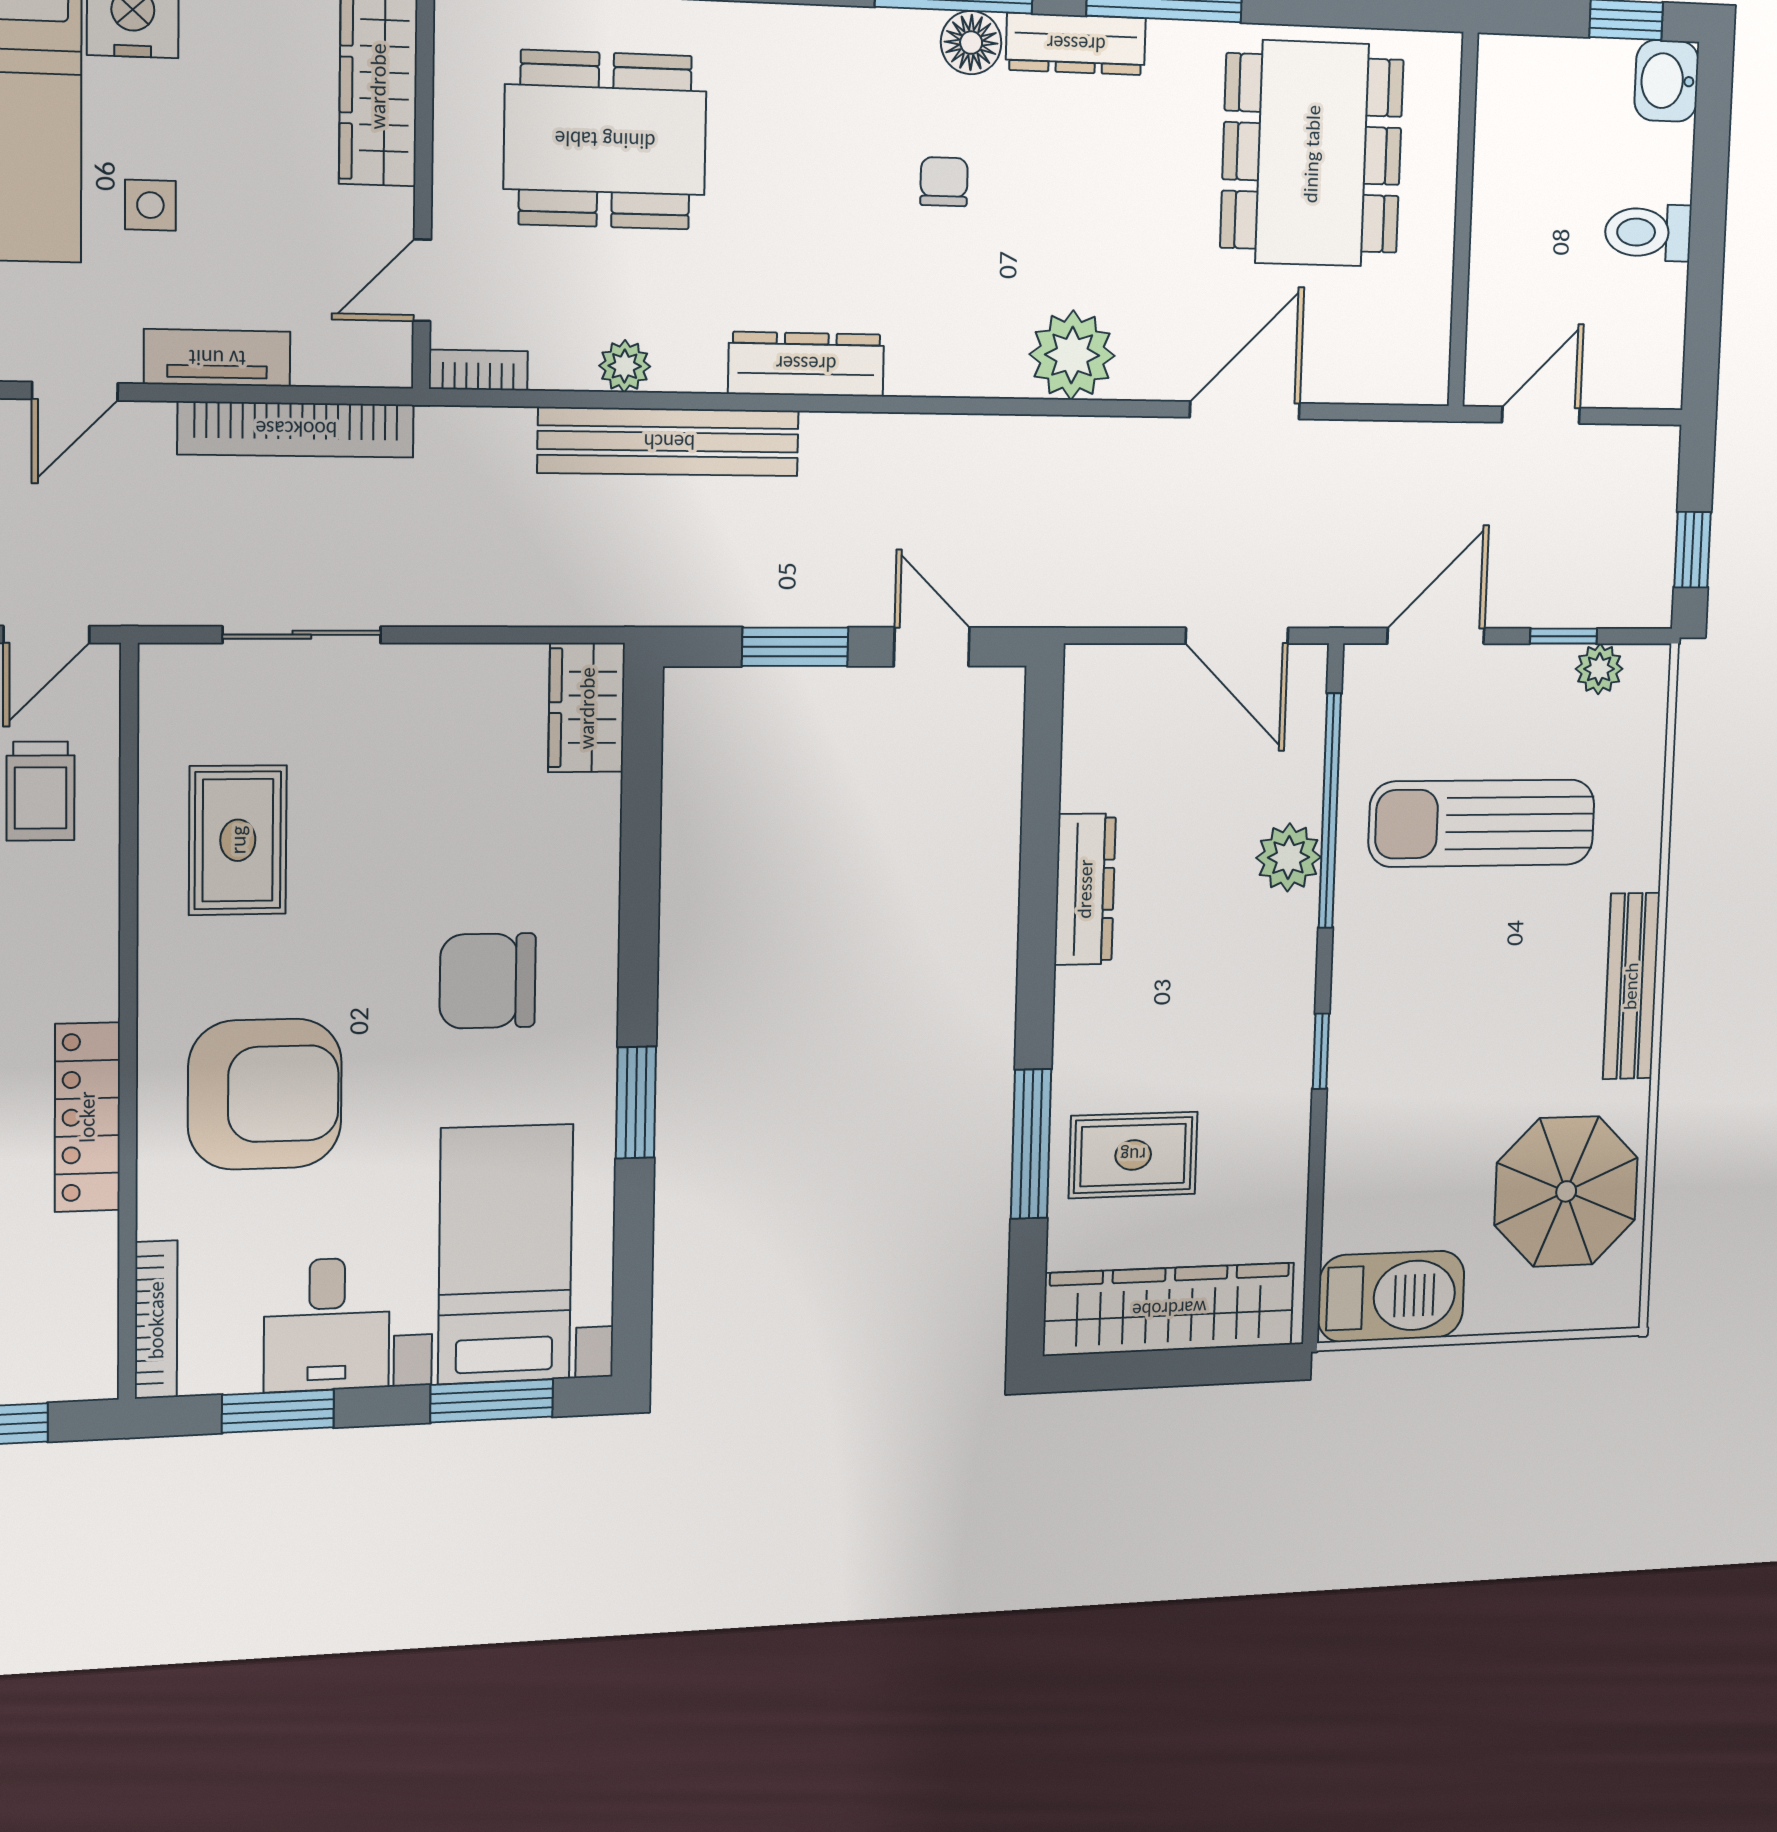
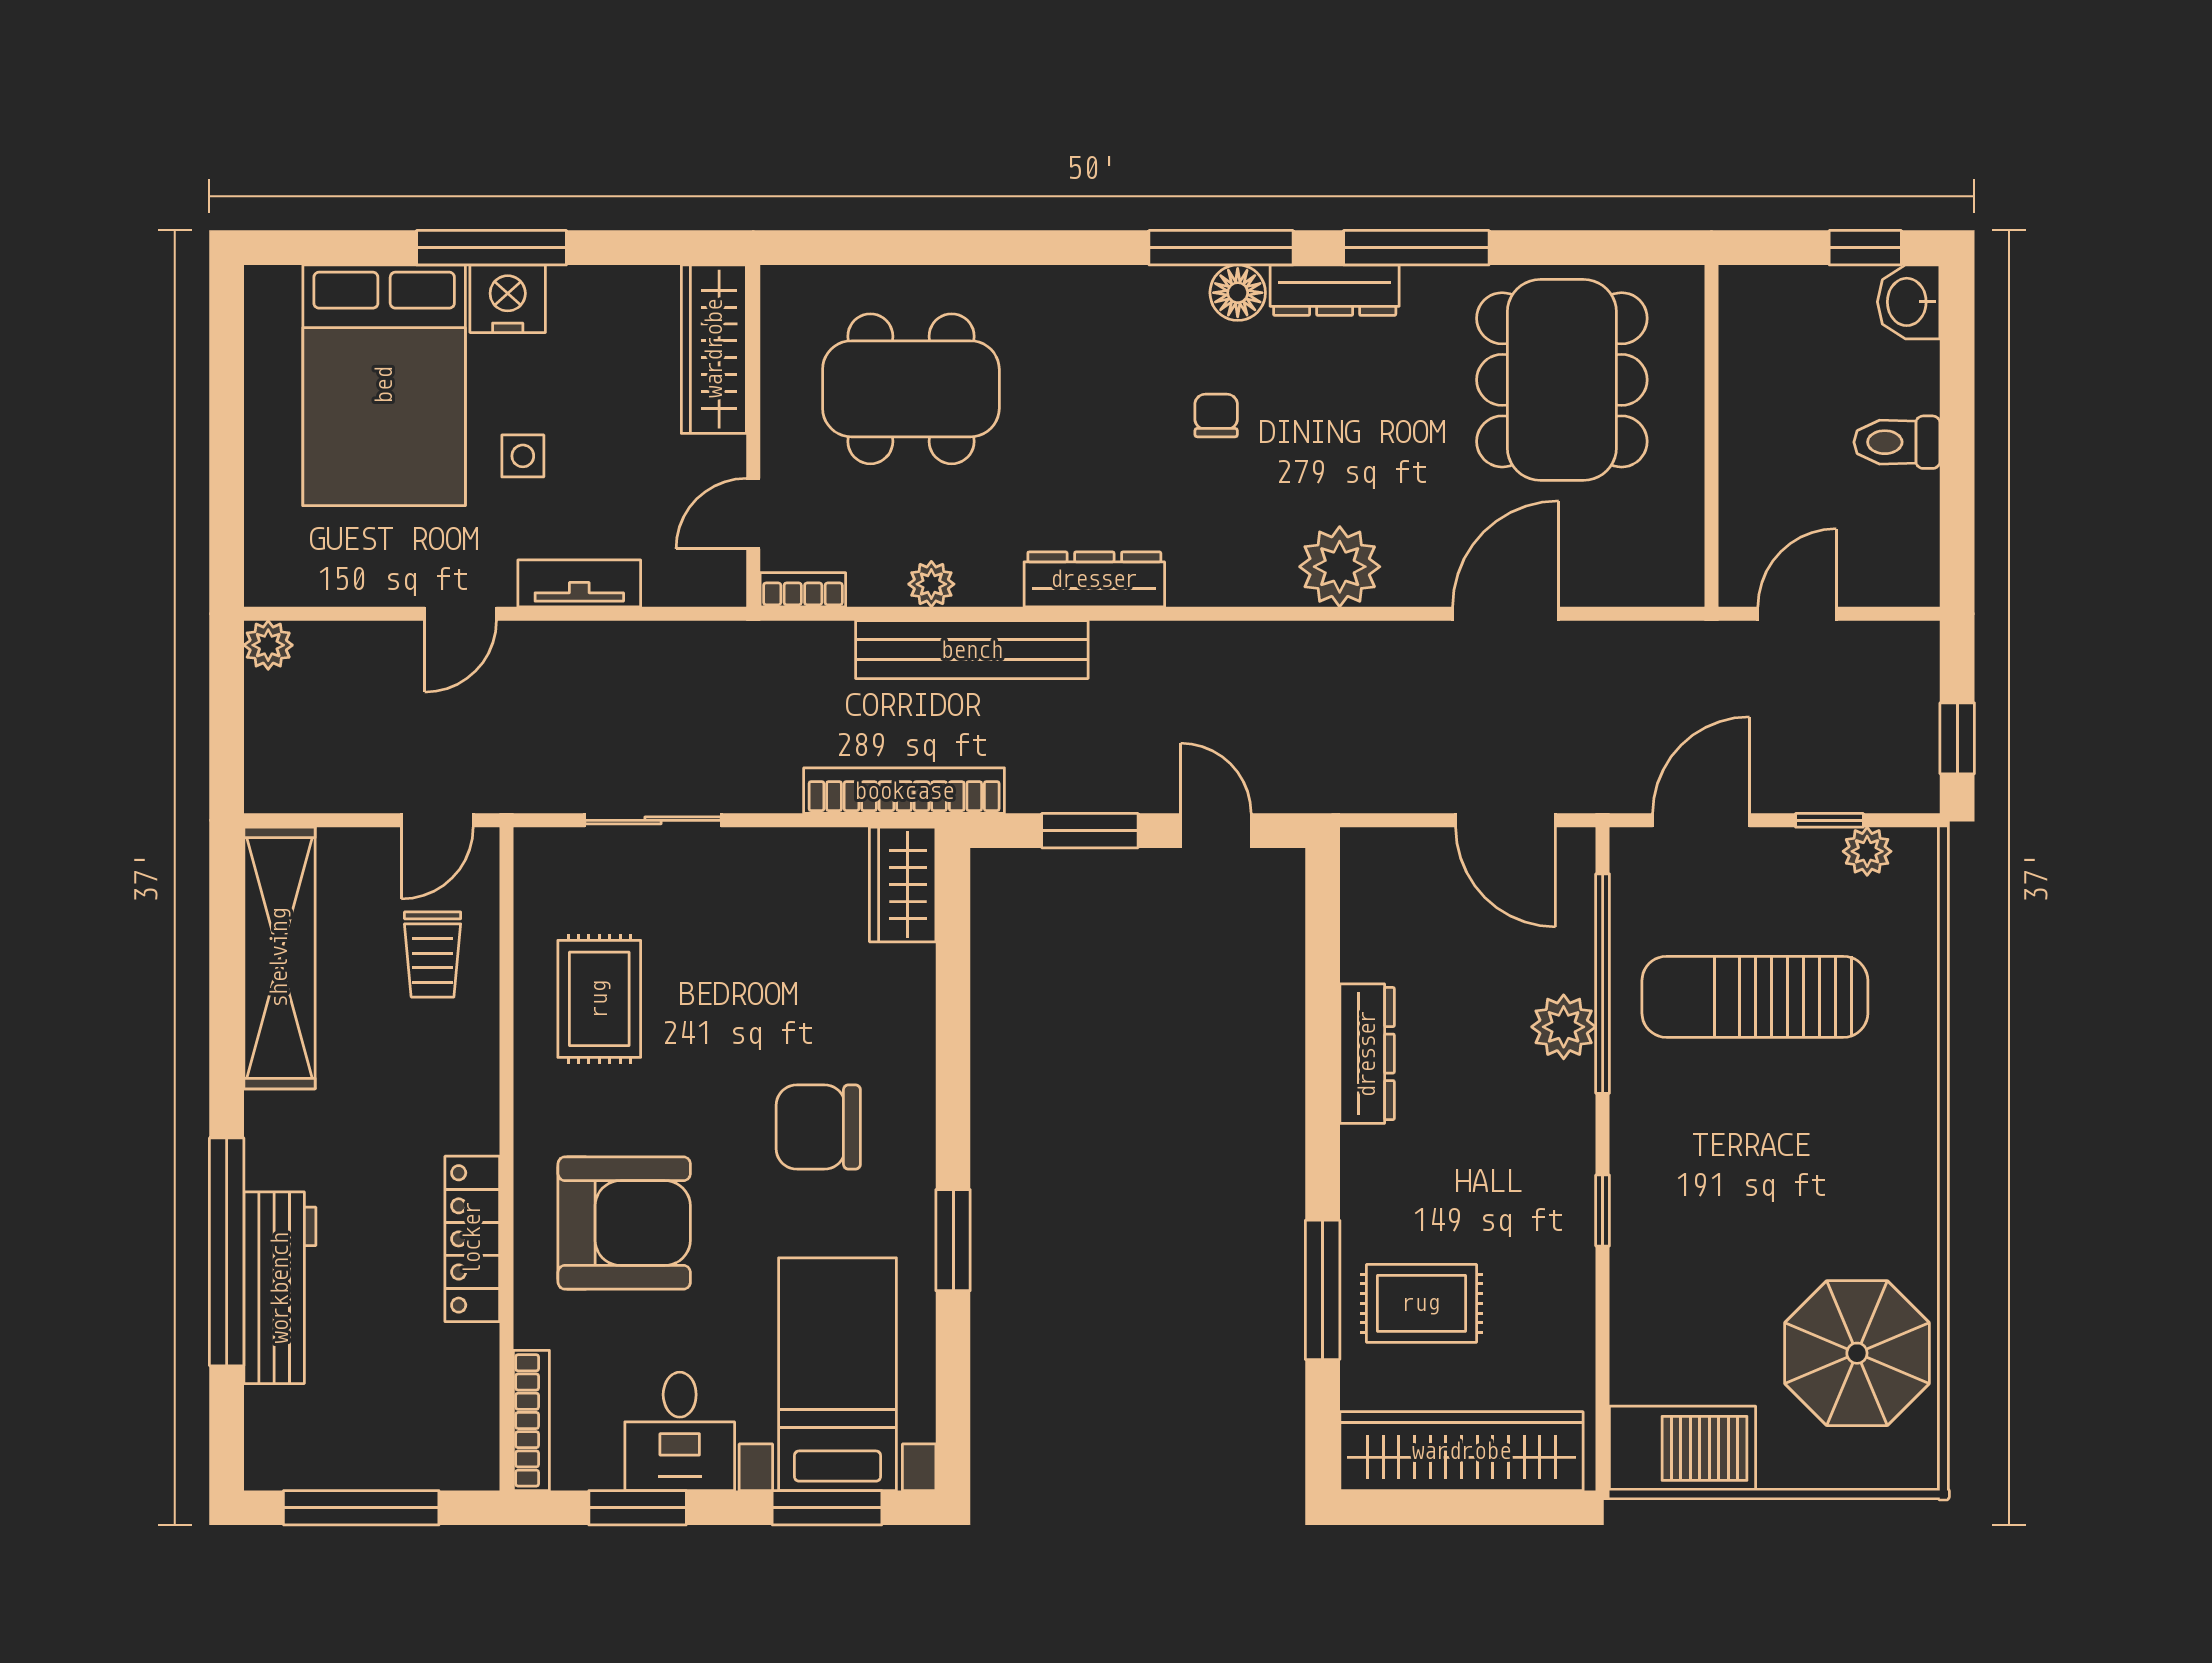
bookcase: (296, 429) -> (904, 791), moved, turned 180
bench: (1631, 986) -> (1915, 1155), removed

